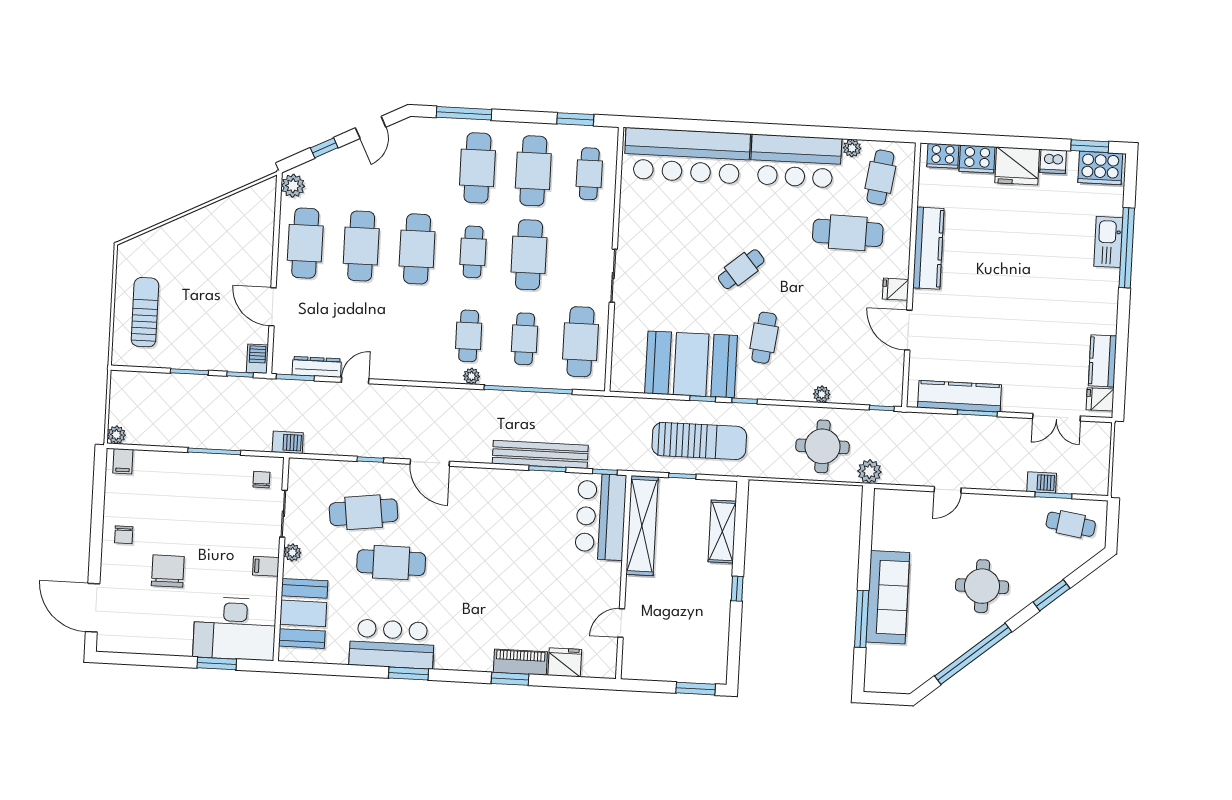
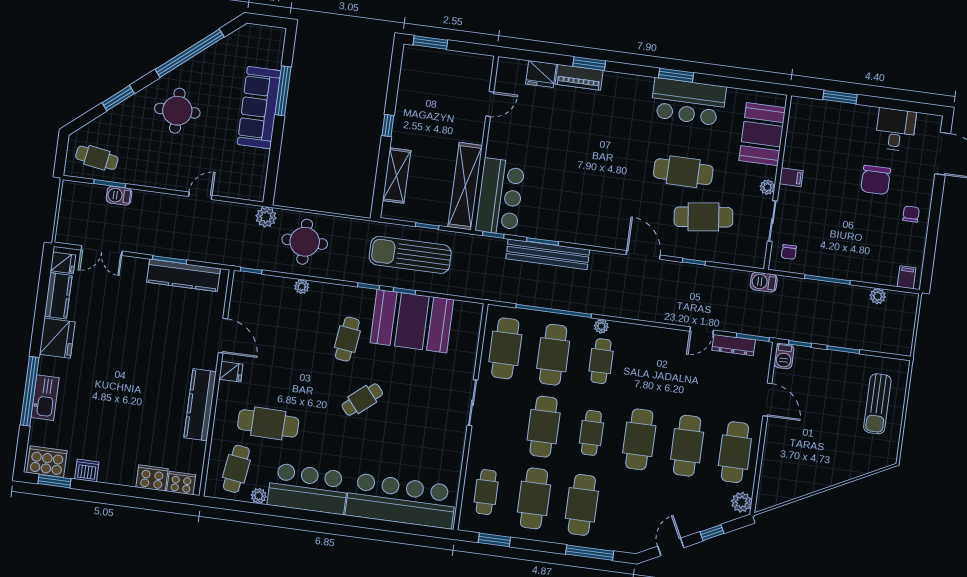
fridge: (1017, 166) -> (57, 338), moved, turned 90
cafe table: (525, 339) -> (553, 355), width x1.37, depth x1.35
double door: (1056, 417) -> (102, 251), swing flipped
plant: (116, 435) -> (878, 296), moved
desk: (235, 629) -> (896, 130), moved, width x0.53, depth x0.77

